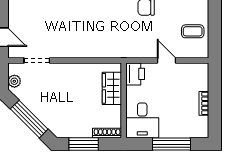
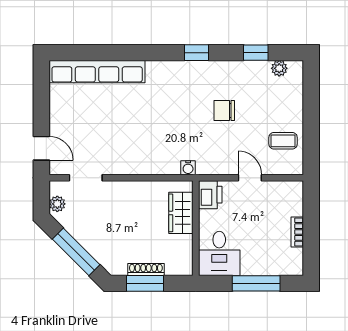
water cooler: (118, 53) -> (188, 168), added
shoe rack: (107, 133) -> (146, 269), moved

